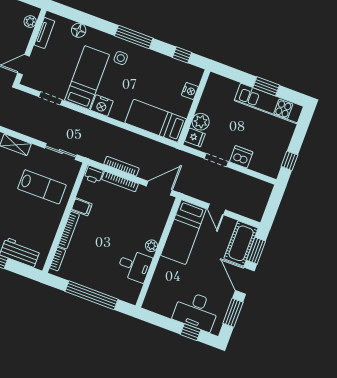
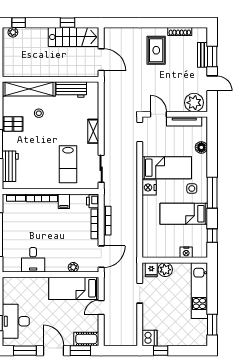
plant: (30, 22) -> (194, 103), width x1.87, depth x1.87
tv unit: (44, 33) -> (184, 121), width x1.41
window: (266, 86) -> (212, 325), moved
doorway: (50, 98) -> (140, 132), moved
kitchen unit: (269, 103) -> (199, 291), moved
bed: (156, 121) -> (184, 214), moved, turned -90
dishwasher: (241, 157) -> (149, 338), moved
door: (159, 188) -> (101, 257), hinge flipped
cot: (241, 243) -> (86, 339), width x0.73, depth x0.75
plant: (152, 246) -> (73, 267), moved
door: (245, 281) -> (54, 351), hinge flipped

